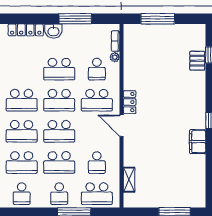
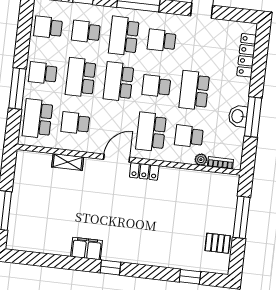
washbasin: (53, 31) -> (238, 116), moved
pallet: (197, 61) -> (218, 243), moved
school desk: (22, 100) -> (162, 40), width x0.54
school desk: (59, 100) -> (156, 86), width x0.54
school desk: (22, 162) -> (86, 32), width x0.54
shelving: (129, 180) -> (68, 162), moved

